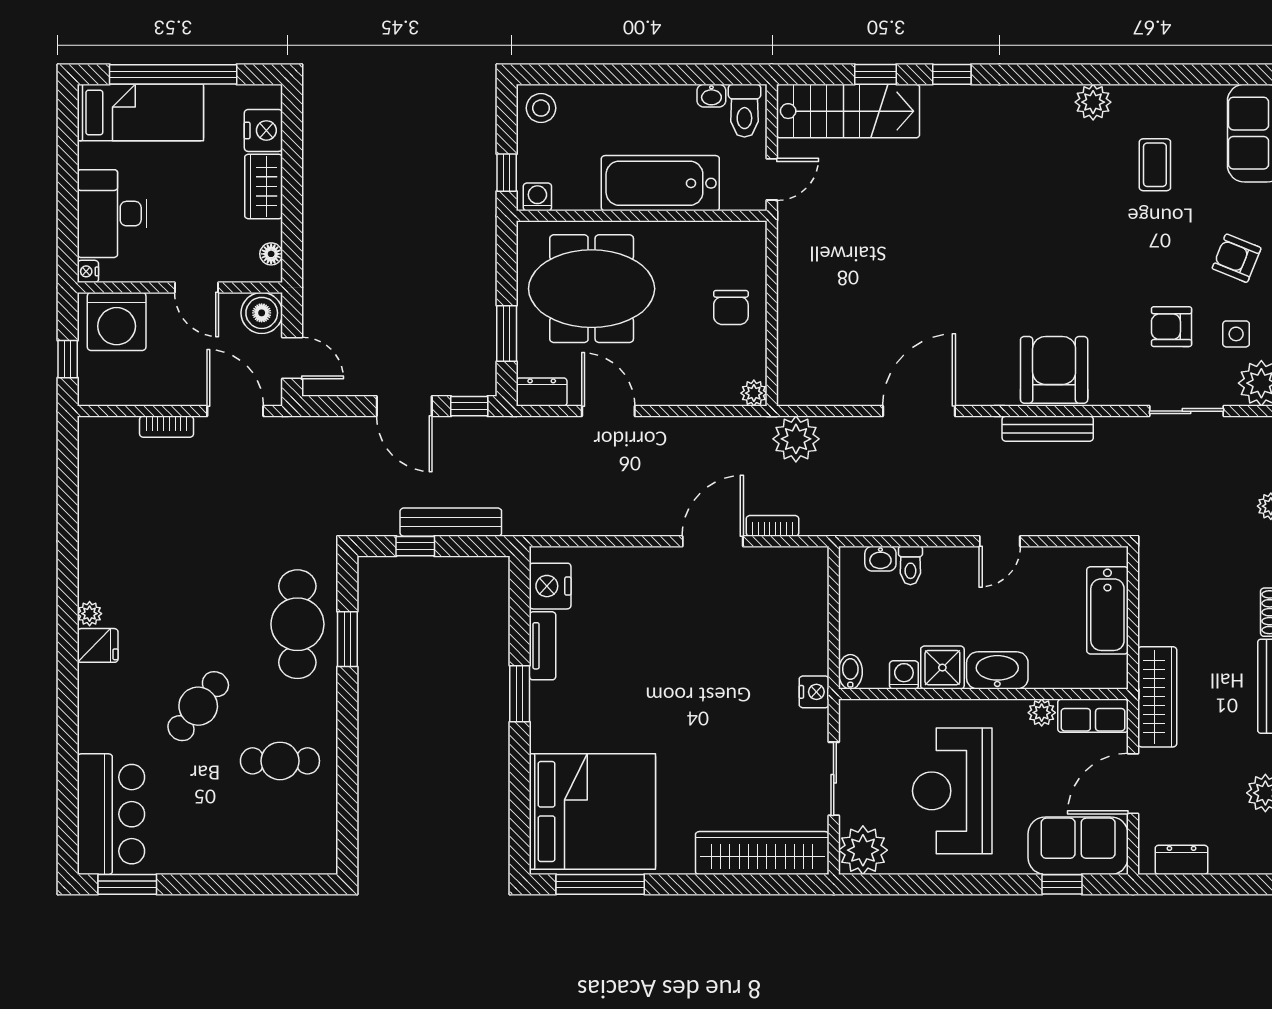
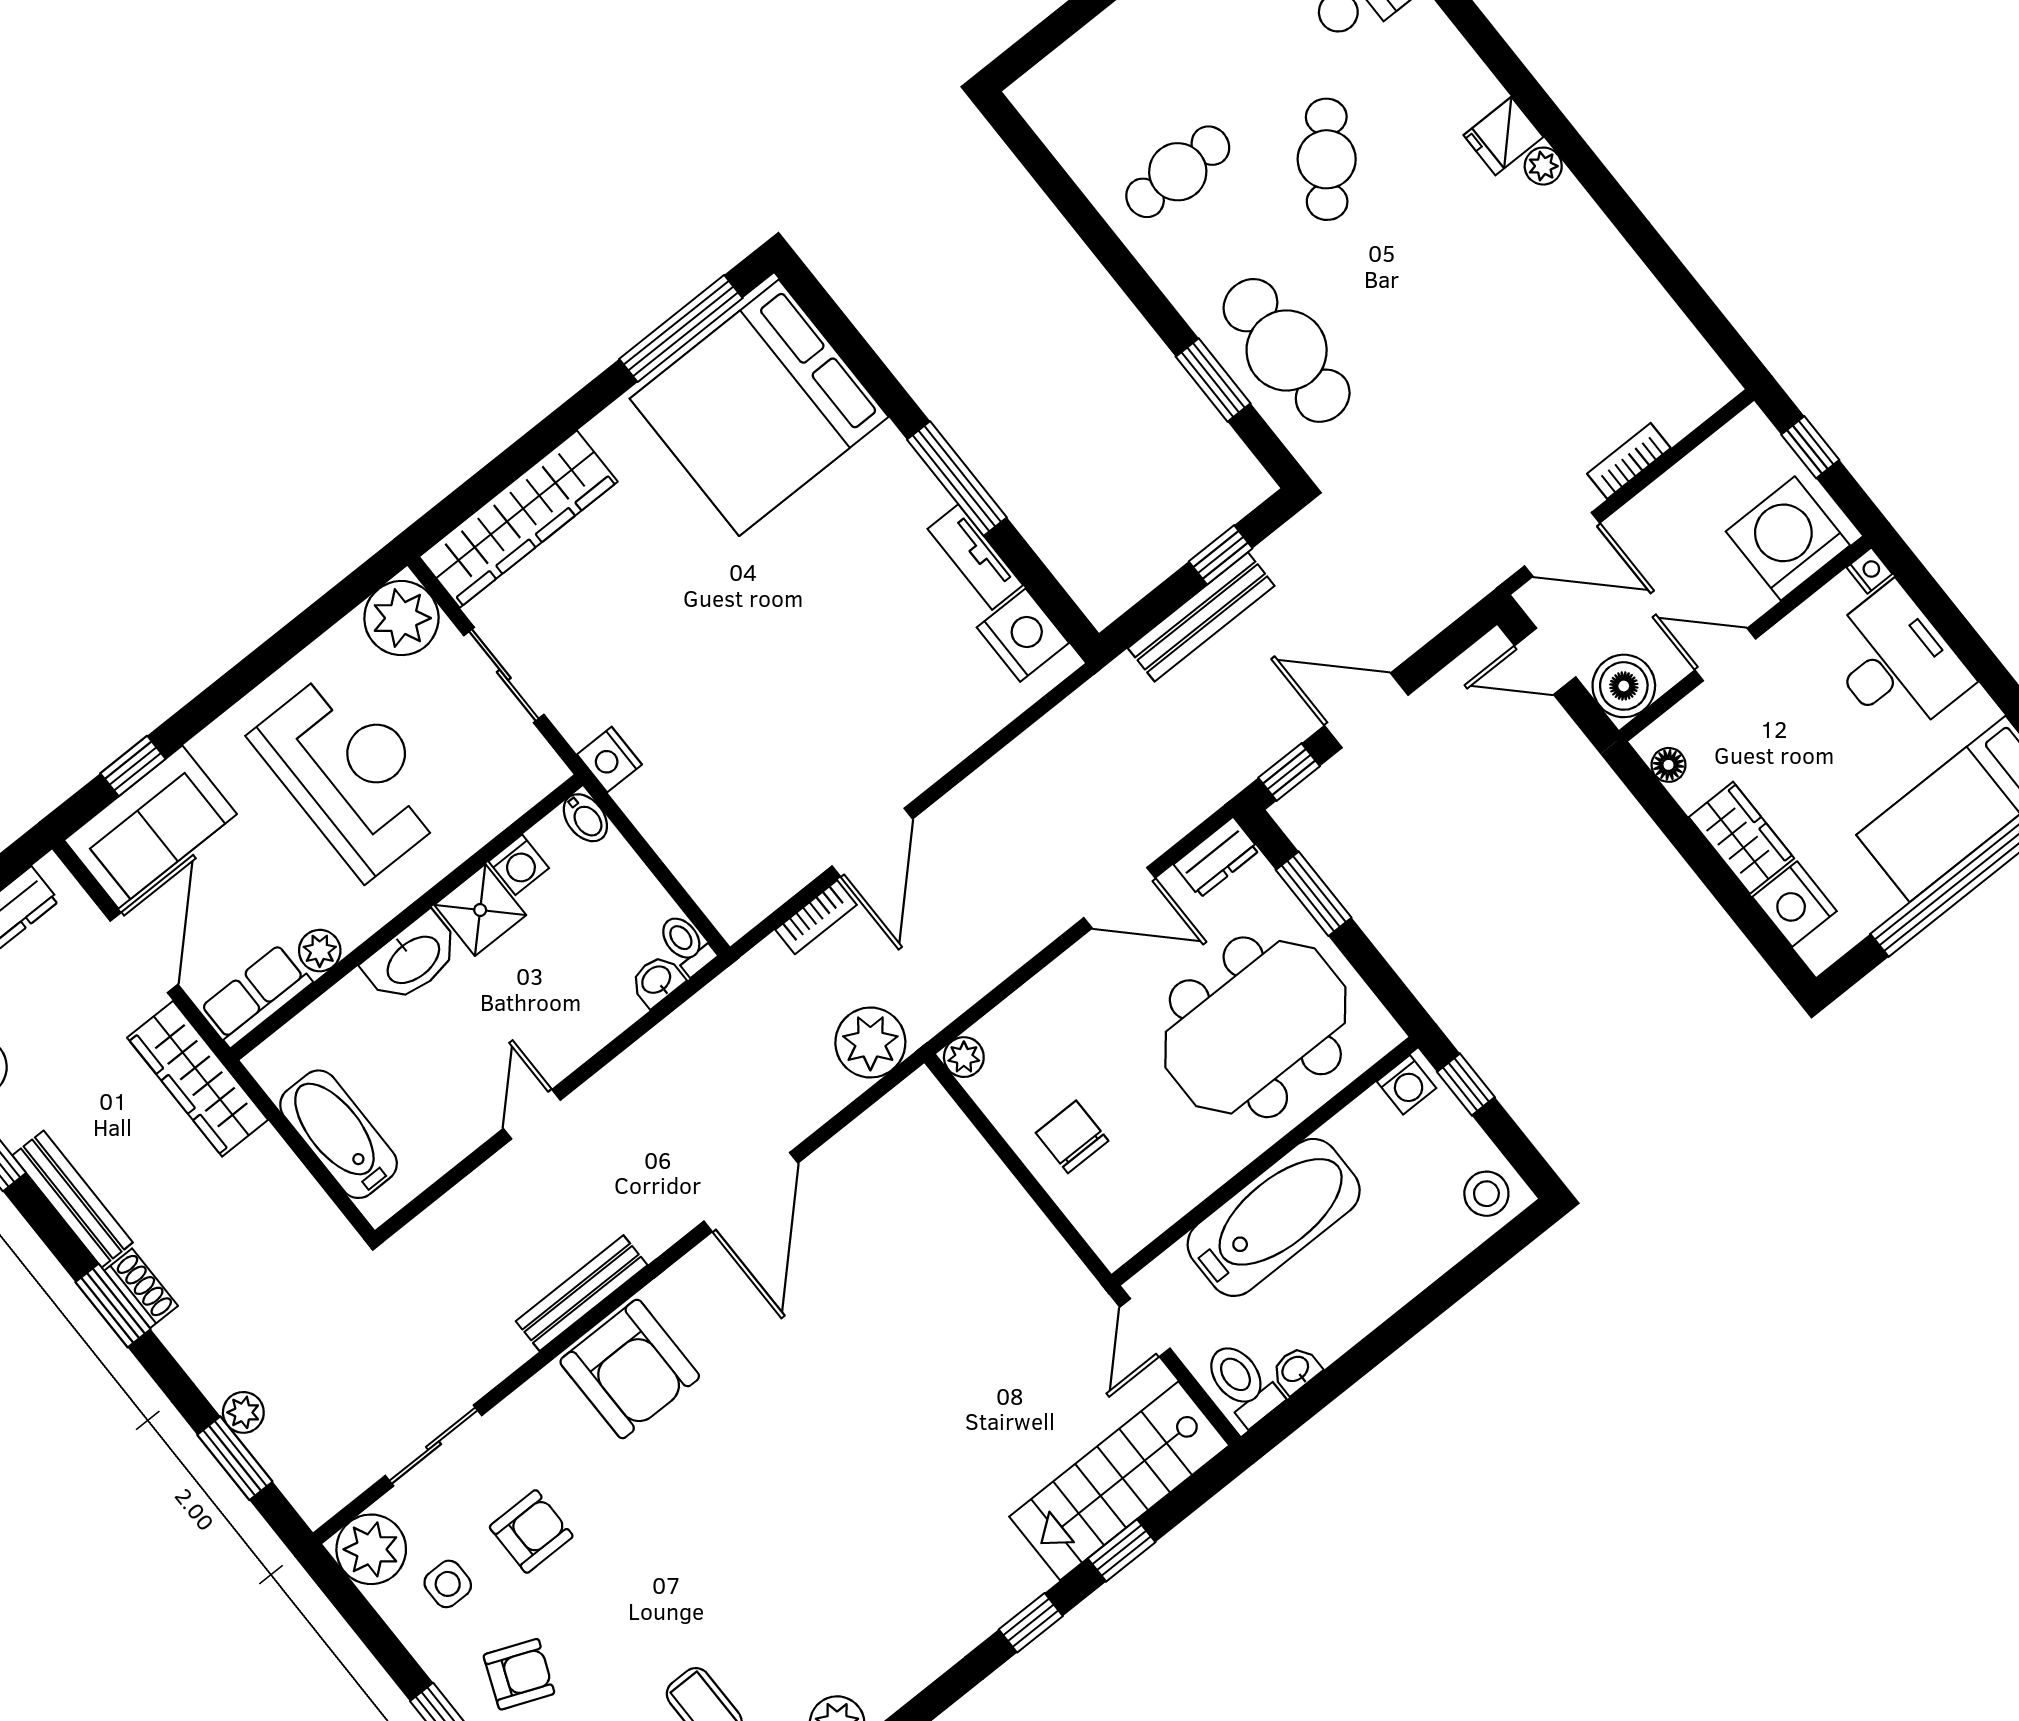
toilet: (910, 565) -> (686, 944), moved
window: (520, 694) -> (957, 479), width x1.44

